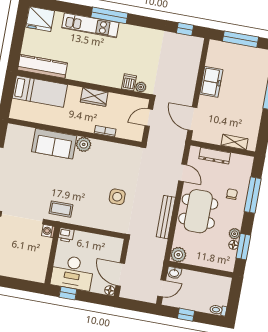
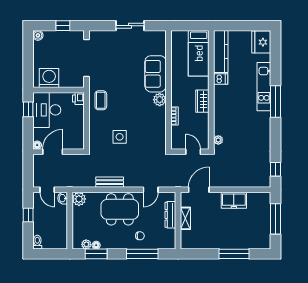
dishwasher: (129, 82) -> (221, 79), moved
shelving: (234, 142) -> (185, 218), moved
coffee table: (61, 209) -> (101, 100), moved
bench: (166, 217) -> (110, 182), width x0.73
washing machine: (48, 231) -> (49, 78), moved, width x1.89, depth x1.89
plant: (235, 234) -> (86, 244), moved

